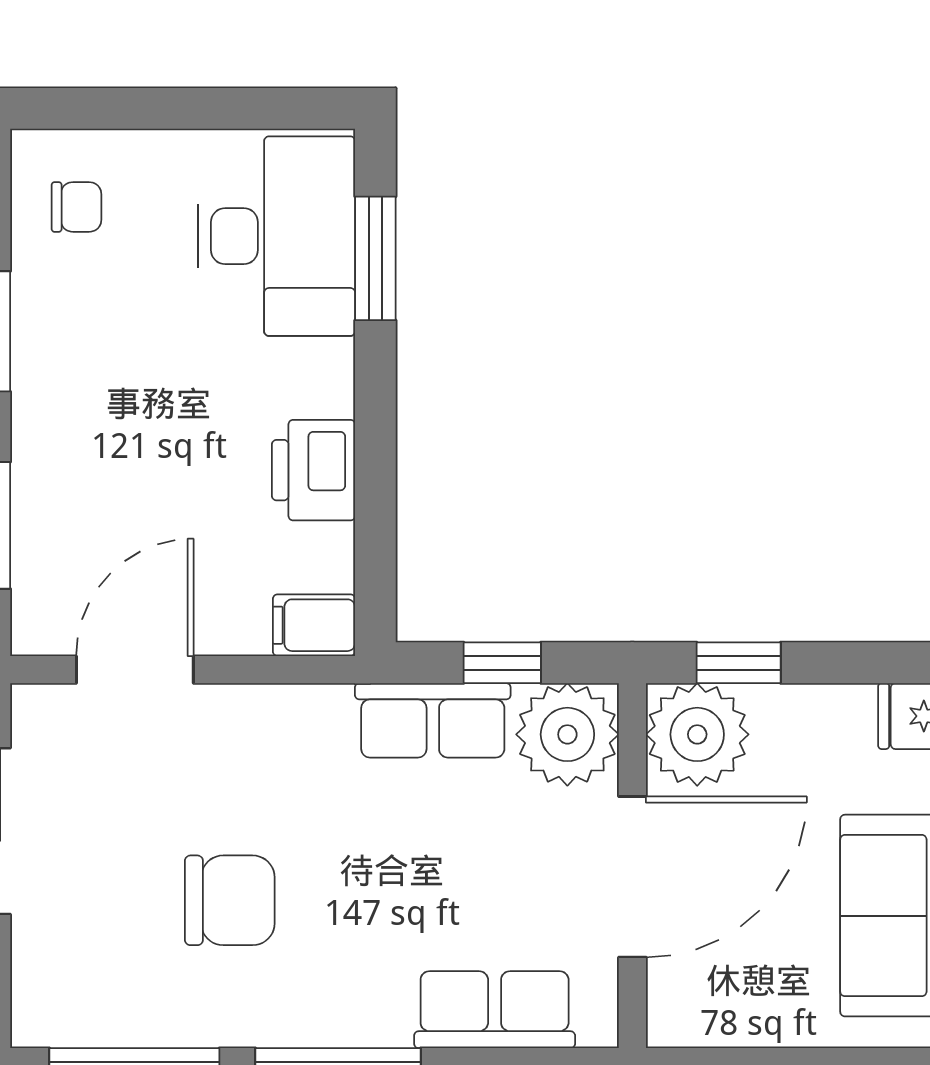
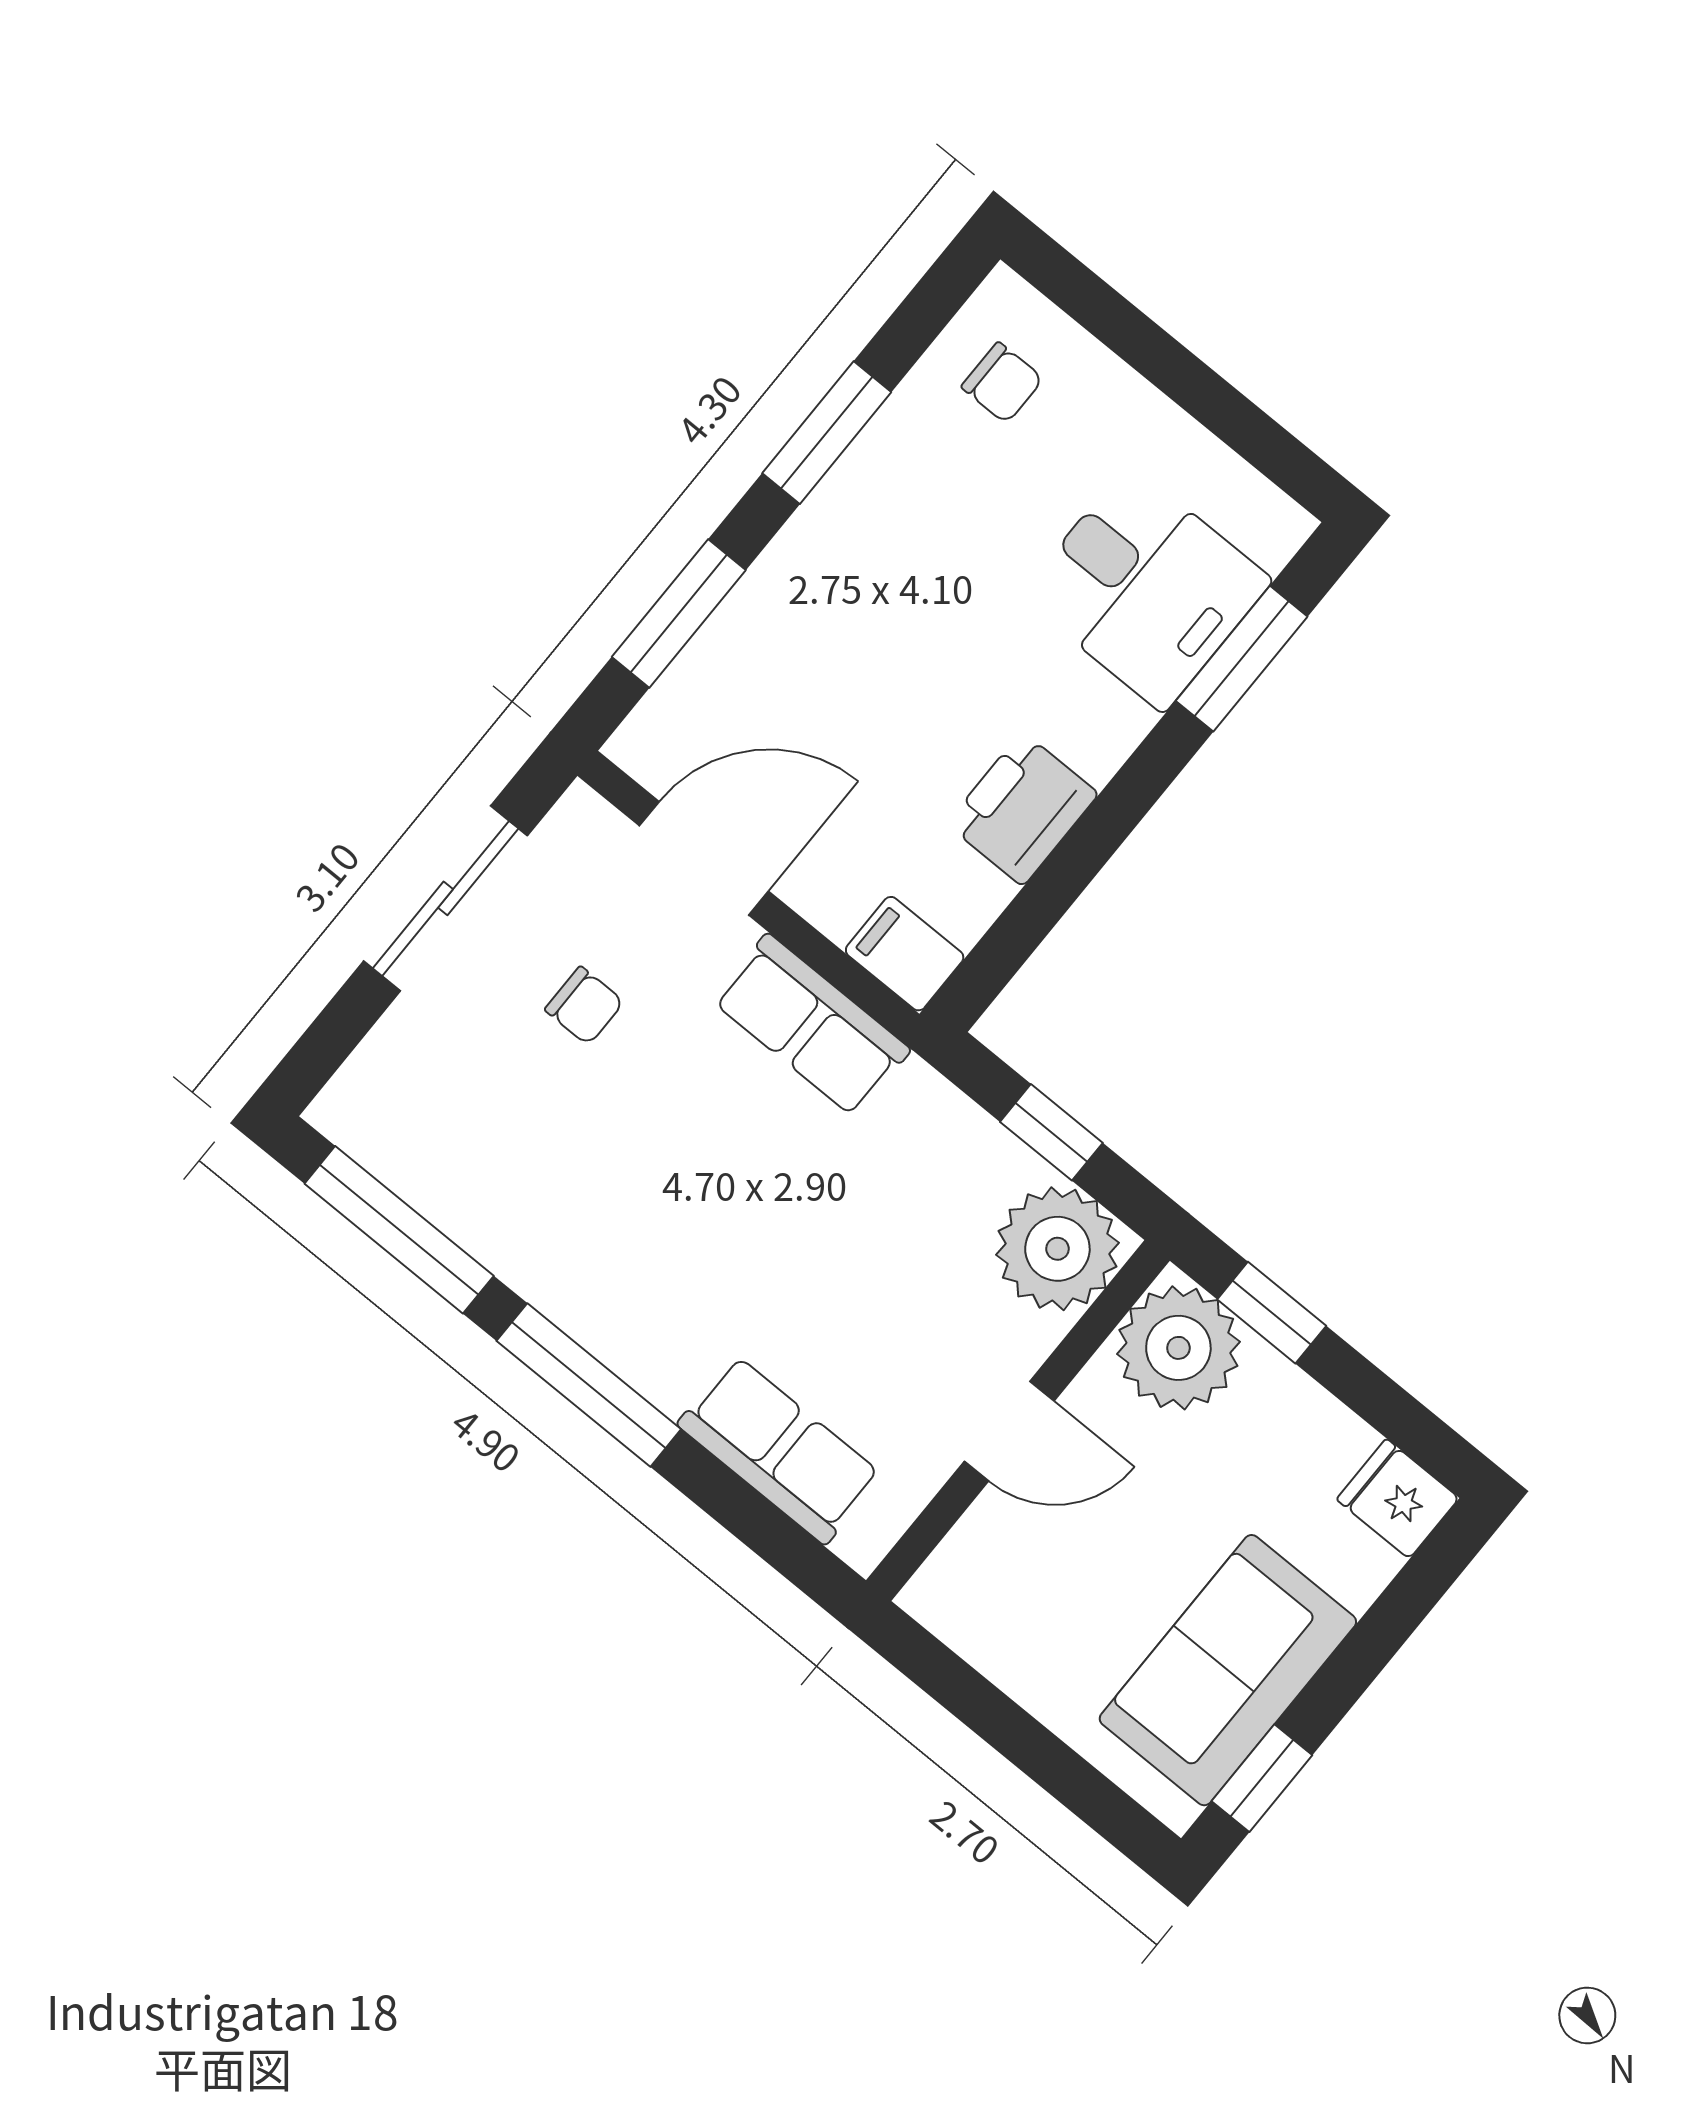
desk: (277, 236) -> (1146, 588), width x0.73
row of seats: (433, 720) -> (811, 1025), moved
door: (632, 877) -> (1009, 1431), width x0.53
chair: (230, 900) -> (584, 1006), moved, width x0.54, depth x0.54

